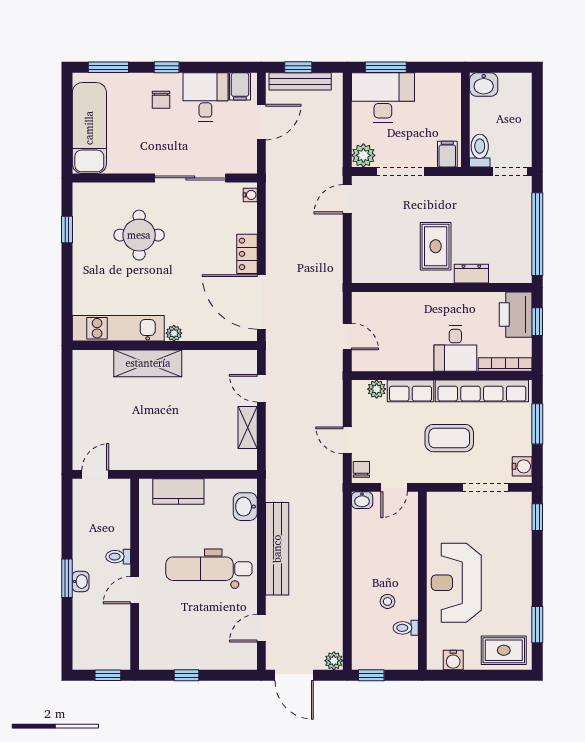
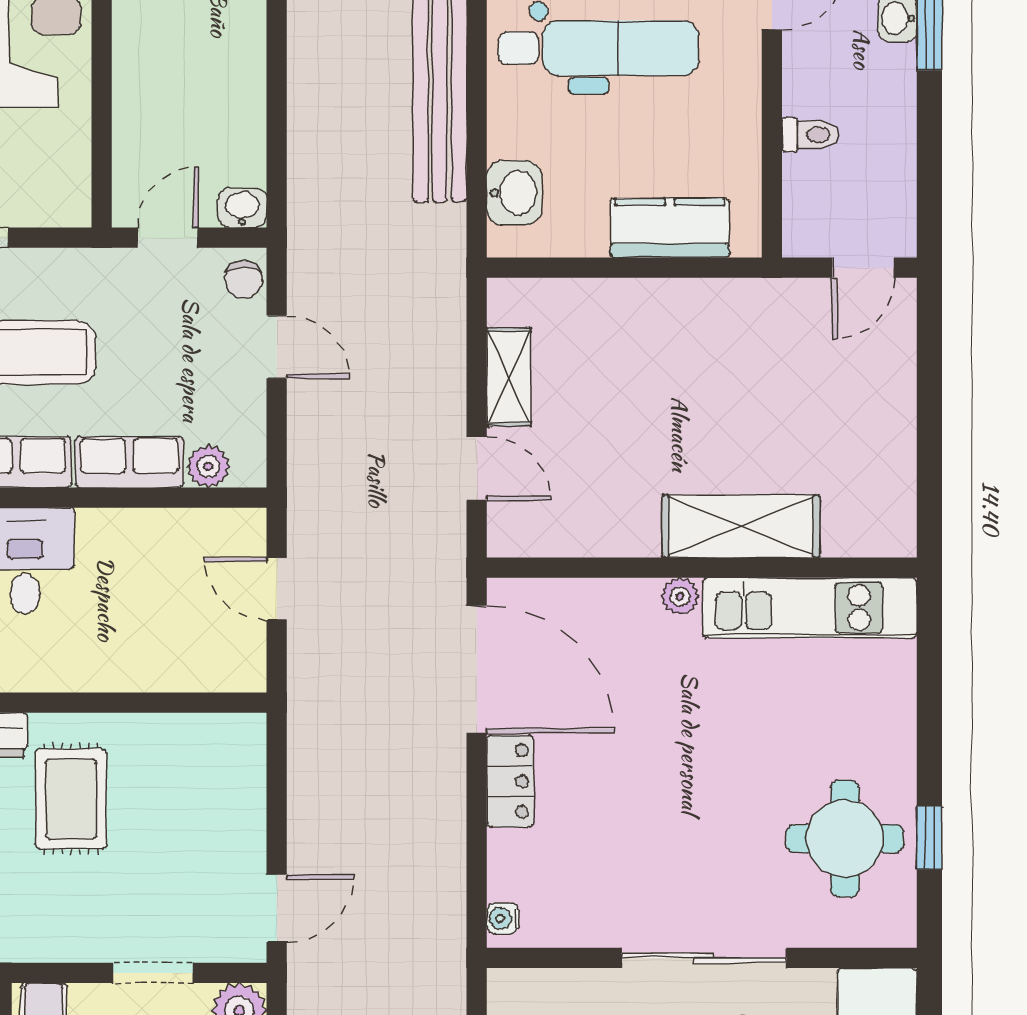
doorway: (400, 172) -> (153, 973), width x0.73
sliding door: (190, 178) -> (704, 958), moved
round table: (139, 235) -> (845, 838), moved
toilet: (118, 557) -> (810, 135), moved

